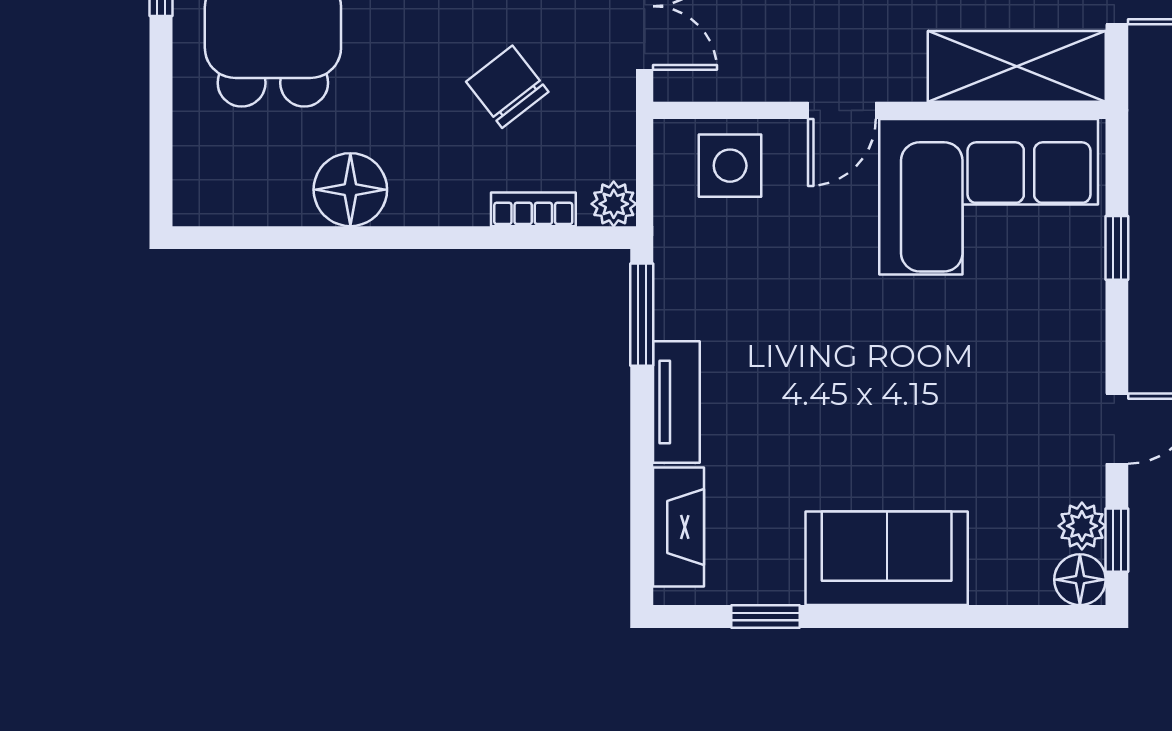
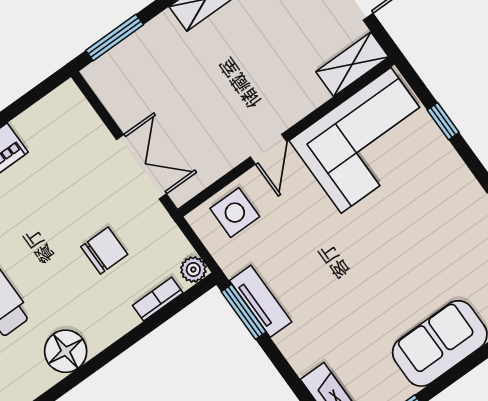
shelving: (1017, 66) -> (352, 64), width x0.67, depth x0.75
chair: (507, 87) -> (104, 251), turned 128
tv unit: (676, 402) -> (261, 301), moved

